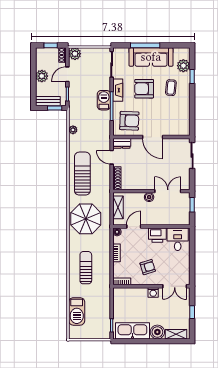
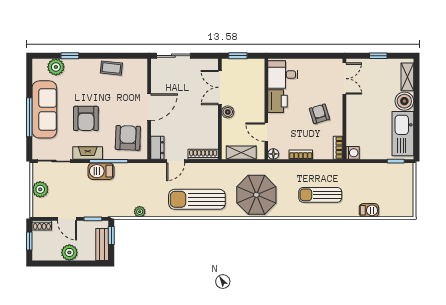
plant: (75, 54) -> (40, 189), moved
coffee table: (171, 88) -> (111, 68), moved
washing machine: (153, 292) -> (353, 153), moved
barbecue: (77, 311) -> (369, 210), width x0.53, depth x0.65

